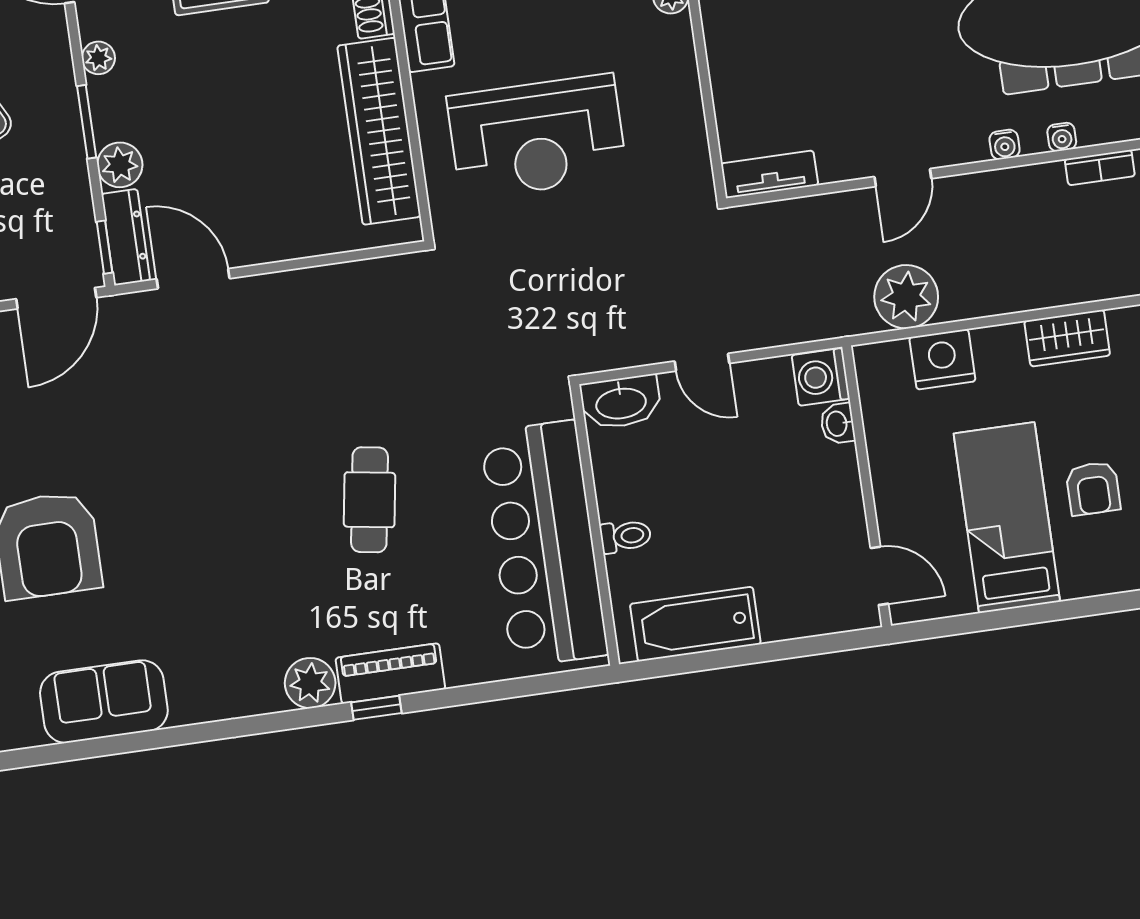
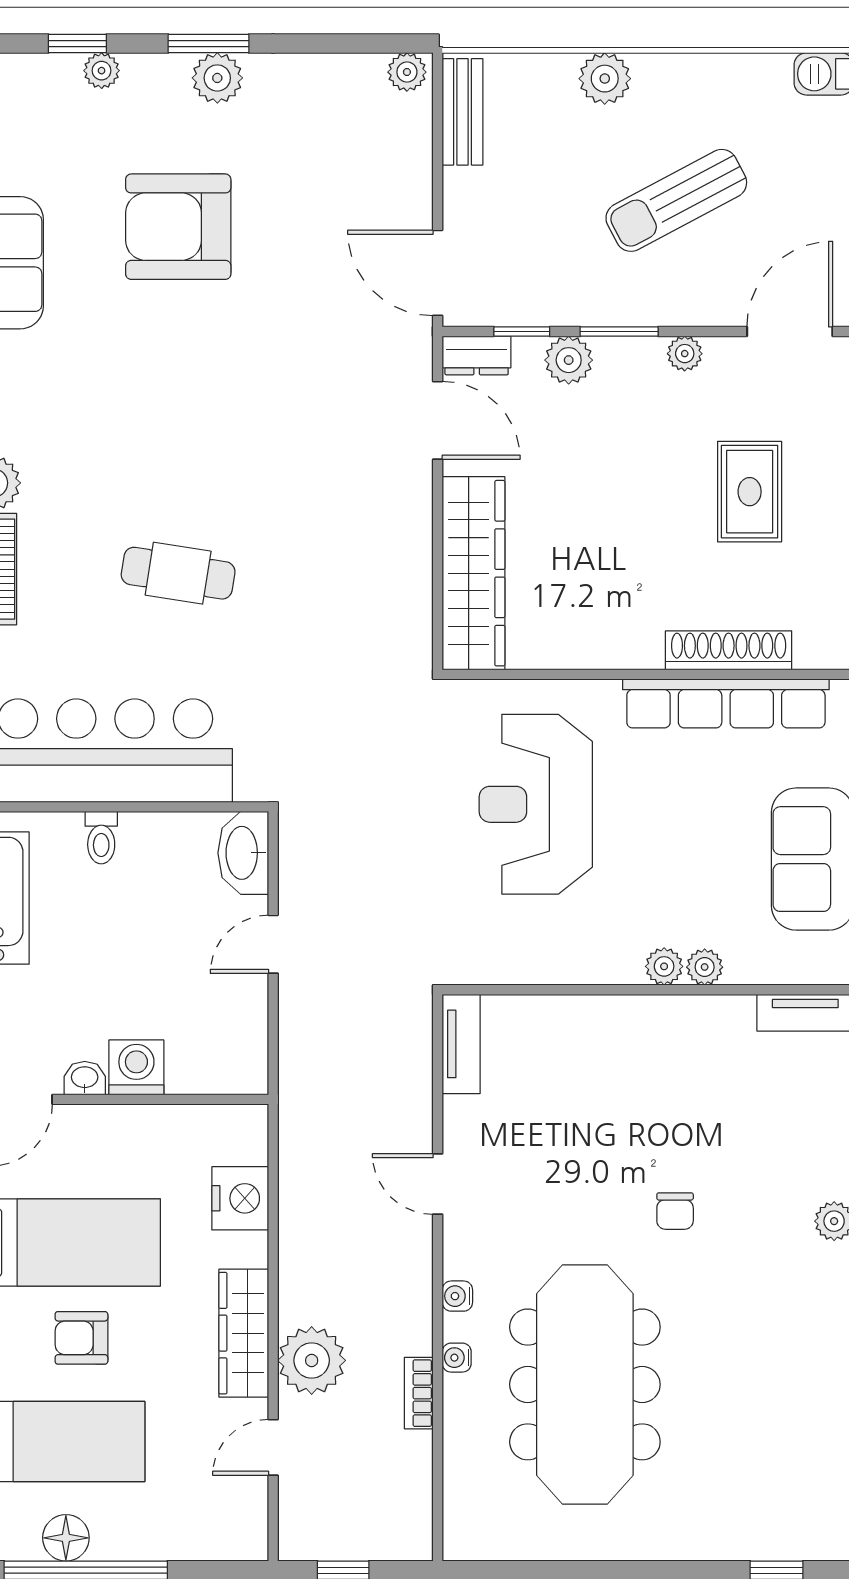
wardrobe: (379, 131) -> (474, 573), moved, turned 90
dresser: (126, 237) -> (477, 355), width x0.70
window: (104, 247) -> (522, 332), moved
door: (193, 279) -> (438, 420), hinge flipped
plant: (906, 297) -> (312, 1360), moved
wardrobe: (1067, 338) -> (244, 1333), width x1.50
washing machine: (821, 377) -> (136, 1067), moved
washbasin: (838, 424) -> (85, 1078), moved

